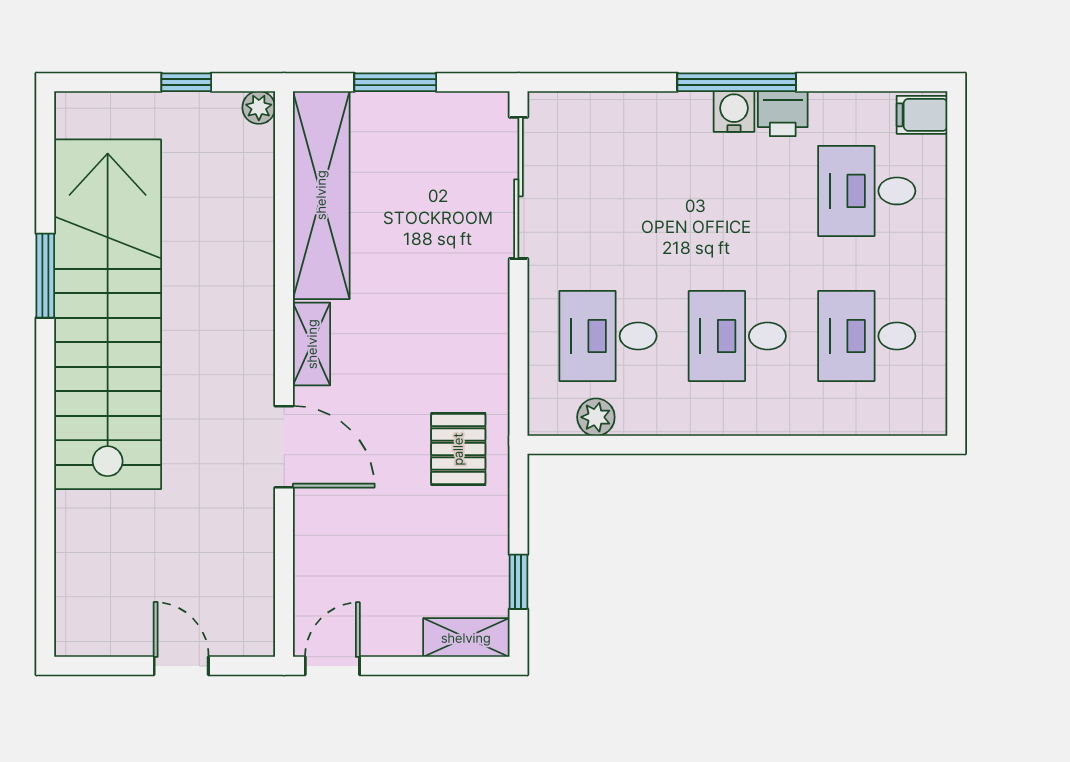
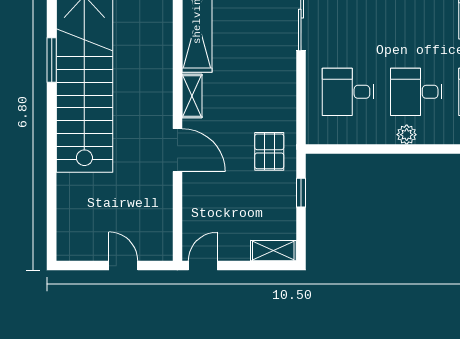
plant: (596, 417) -> (407, 135), moved
window: (518, 582) -> (301, 193), moved

